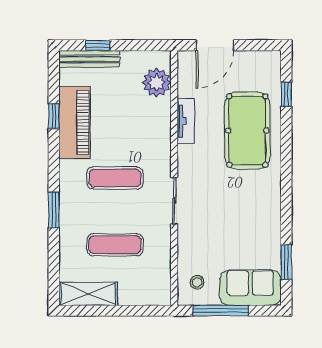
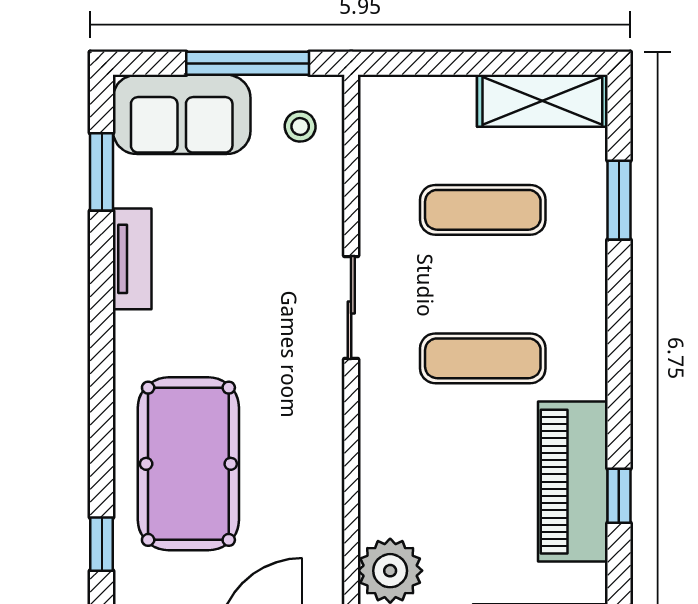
tv unit: (186, 121) -> (132, 259), moved, turned 180
window: (54, 210) -> (619, 200), moved

